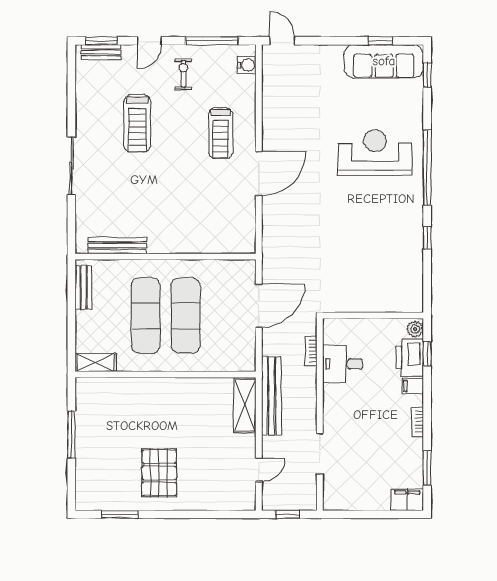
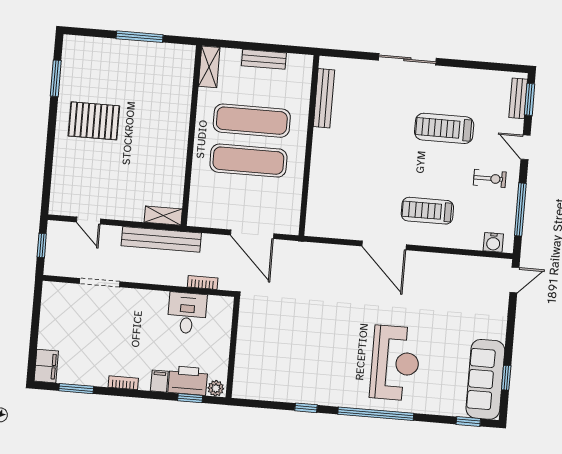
bench: (84, 287) -> (264, 59), moved
shelving: (245, 405) -> (163, 216), width x0.67, depth x0.75

